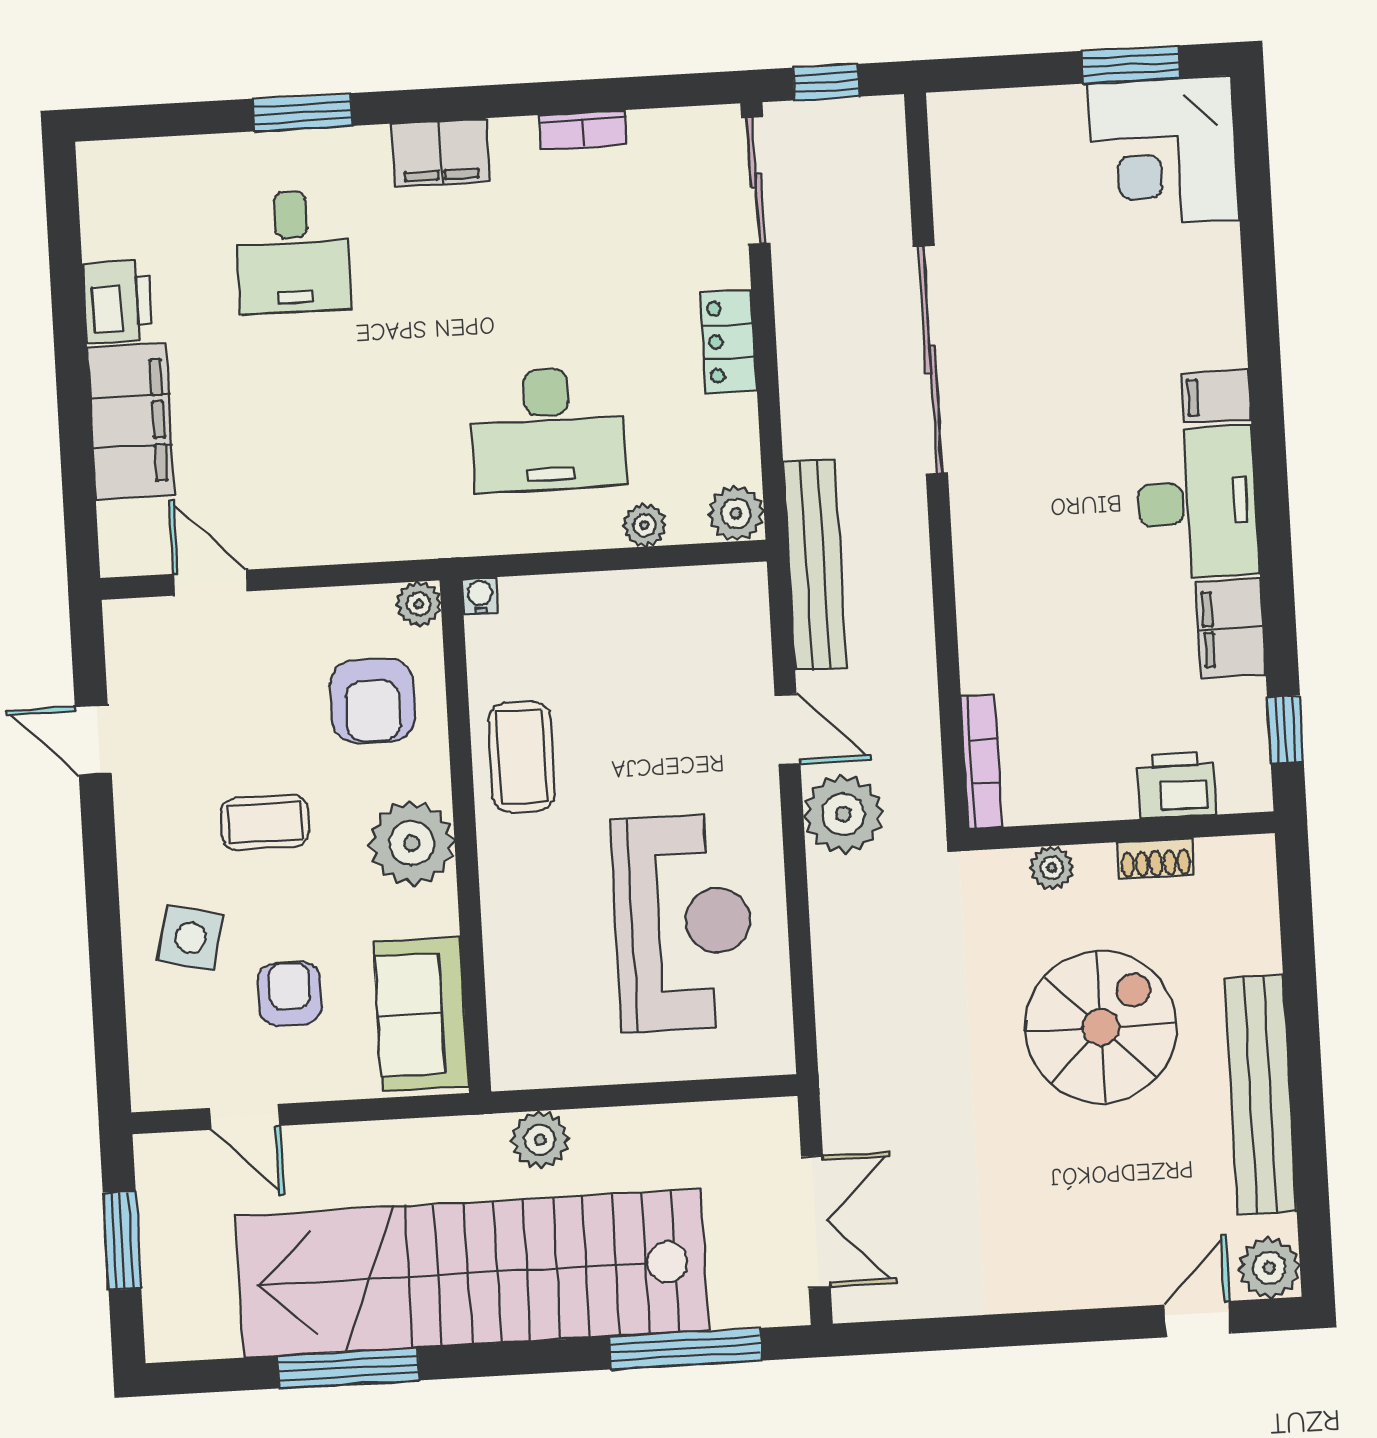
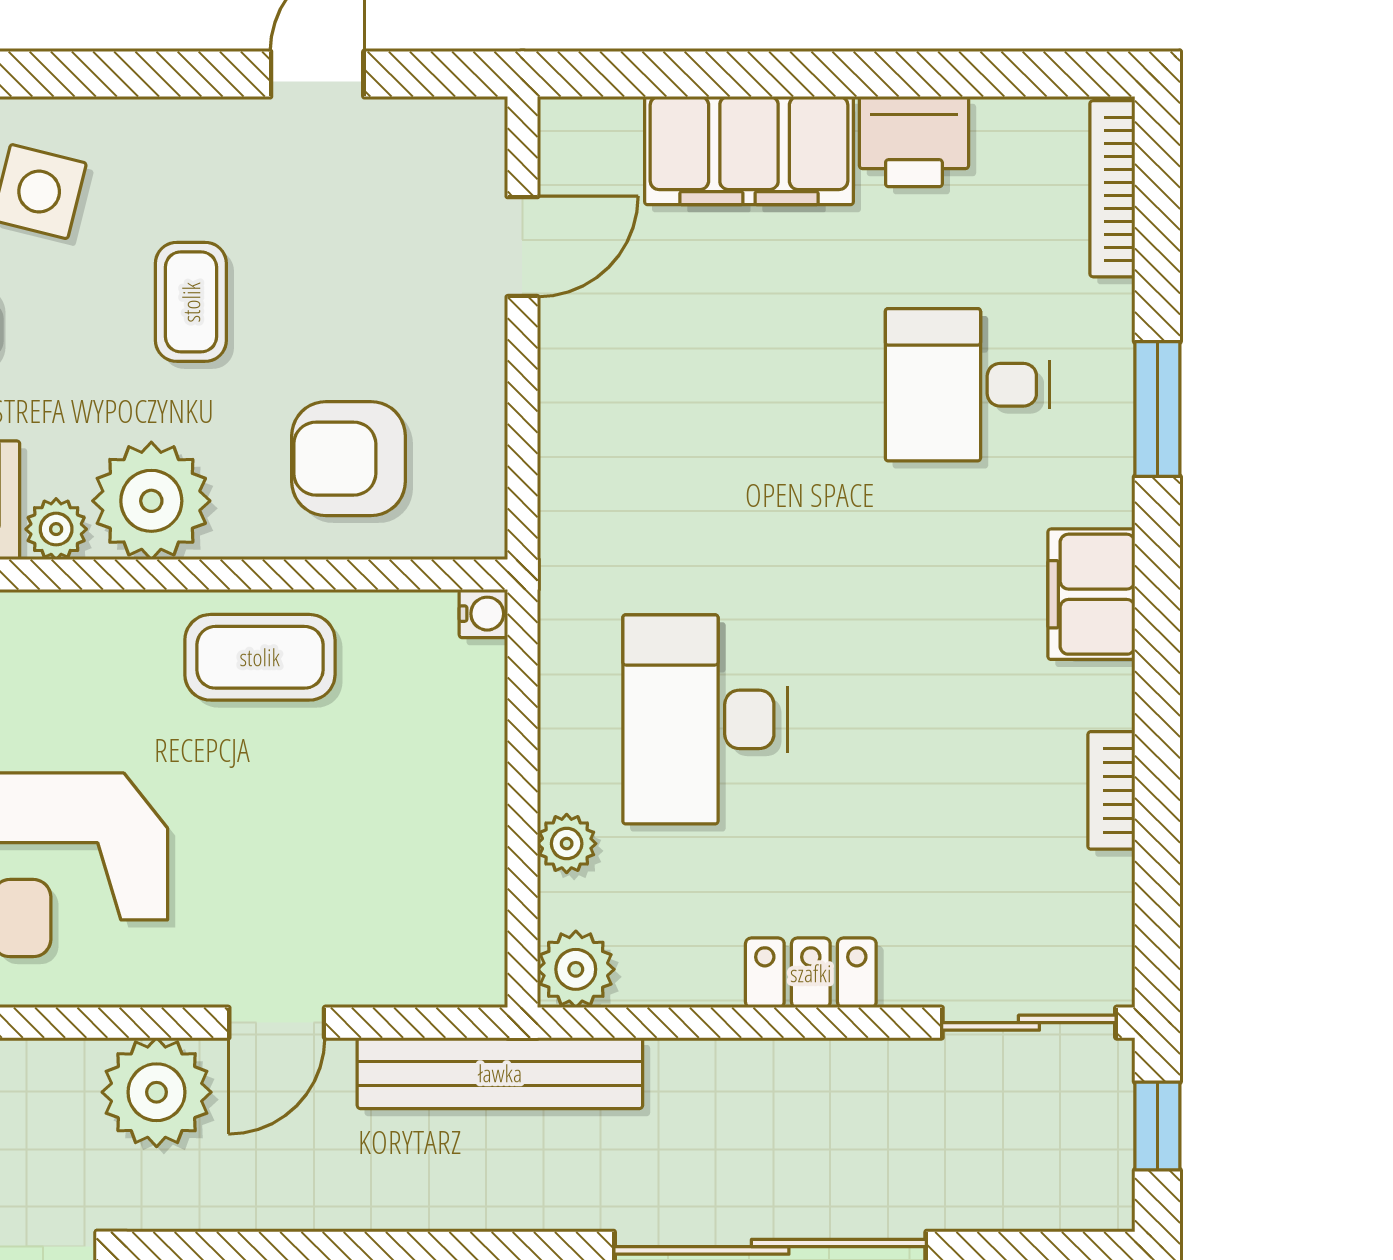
bookcase: (143, 154) -> (1112, 189), added
plant: (419, 604) -> (56, 529), moved

